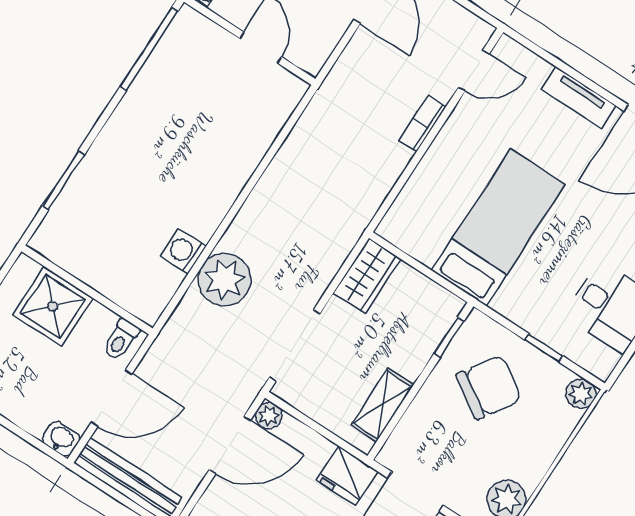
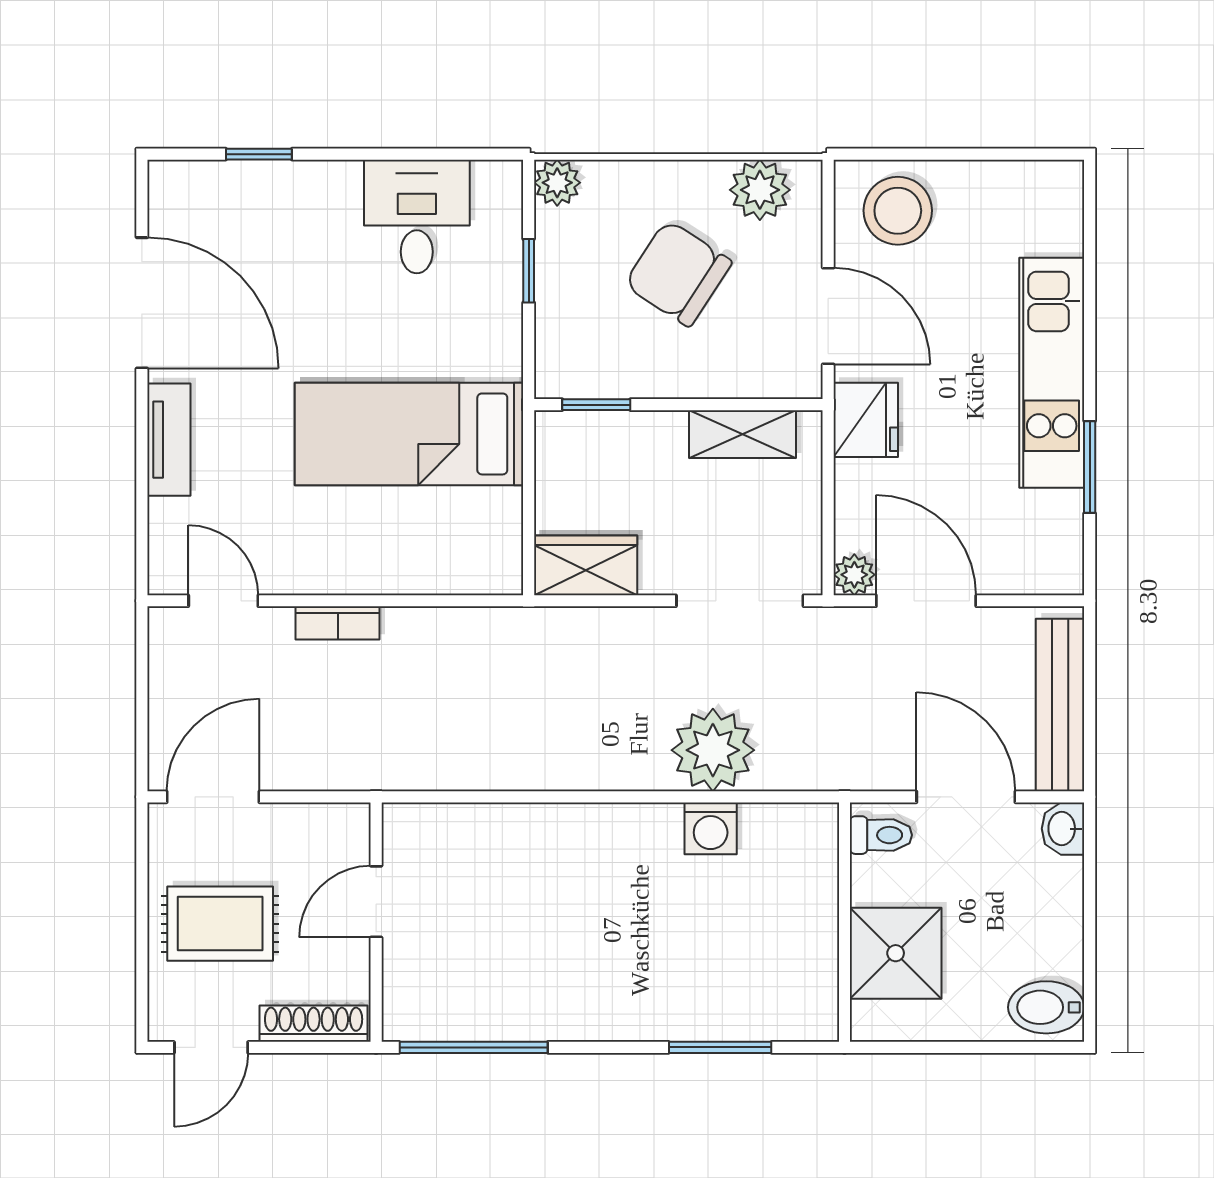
chair: (489, 387) -> (678, 273), moved

